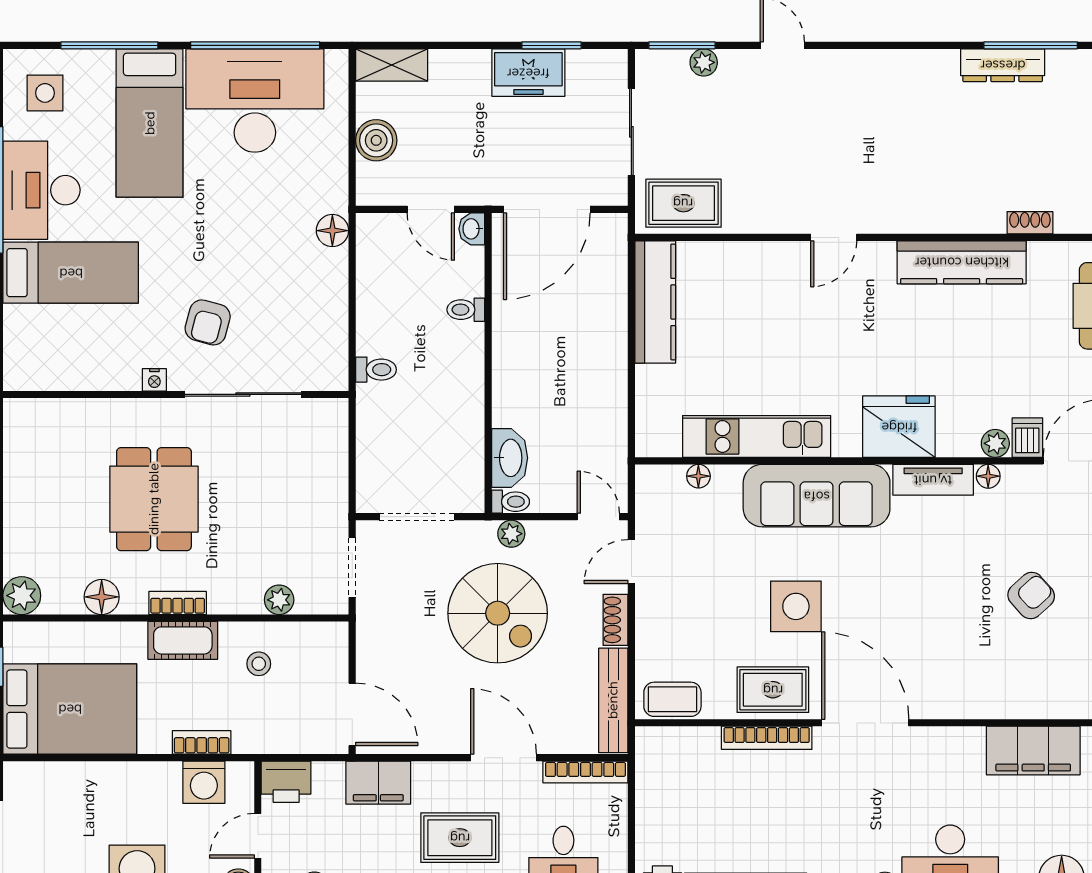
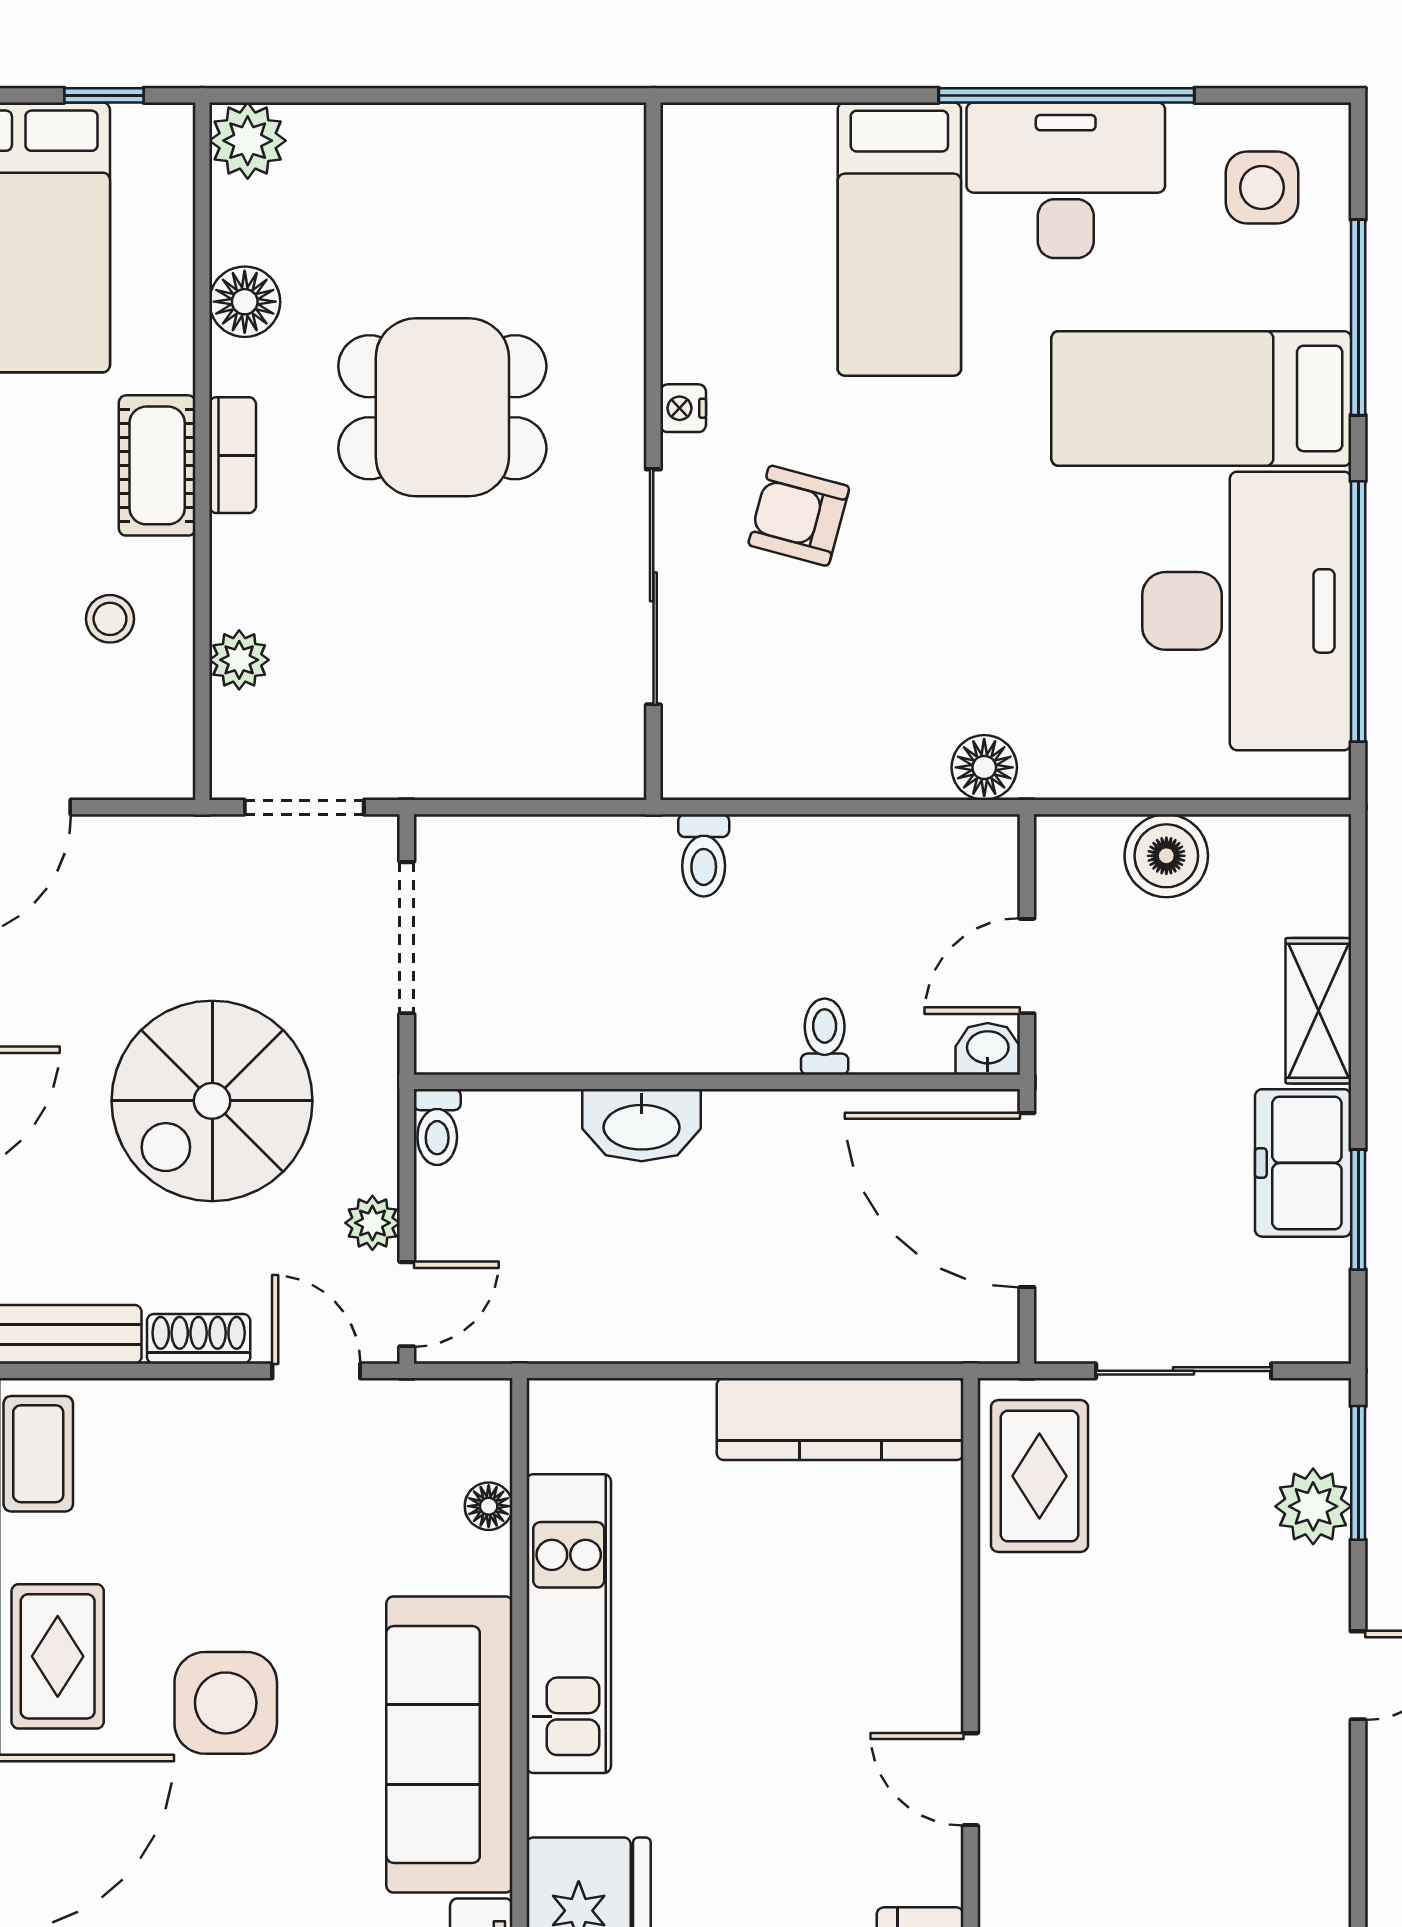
plant: (704, 62) -> (1313, 1506), width x1.38, depth x1.38
shelving: (392, 65) -> (1318, 1011), moved
washbasin: (510, 458) -> (642, 1125), moved
plant: (511, 534) -> (372, 1223), moved

